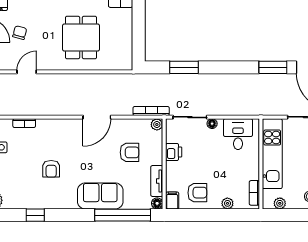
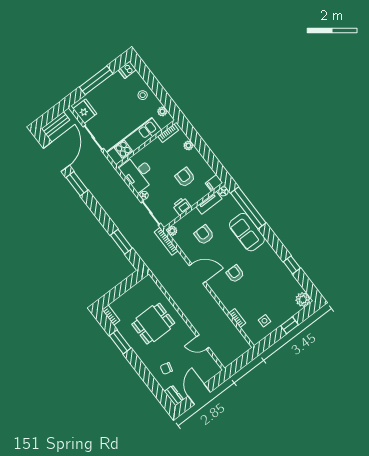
chair: (20, 33) -> (166, 368), moved
desk: (238, 134) -> (138, 173), width x1.37
armchair: (51, 169) -> (235, 274), moved, turned -90
armchair: (197, 193) -> (185, 177), moved

